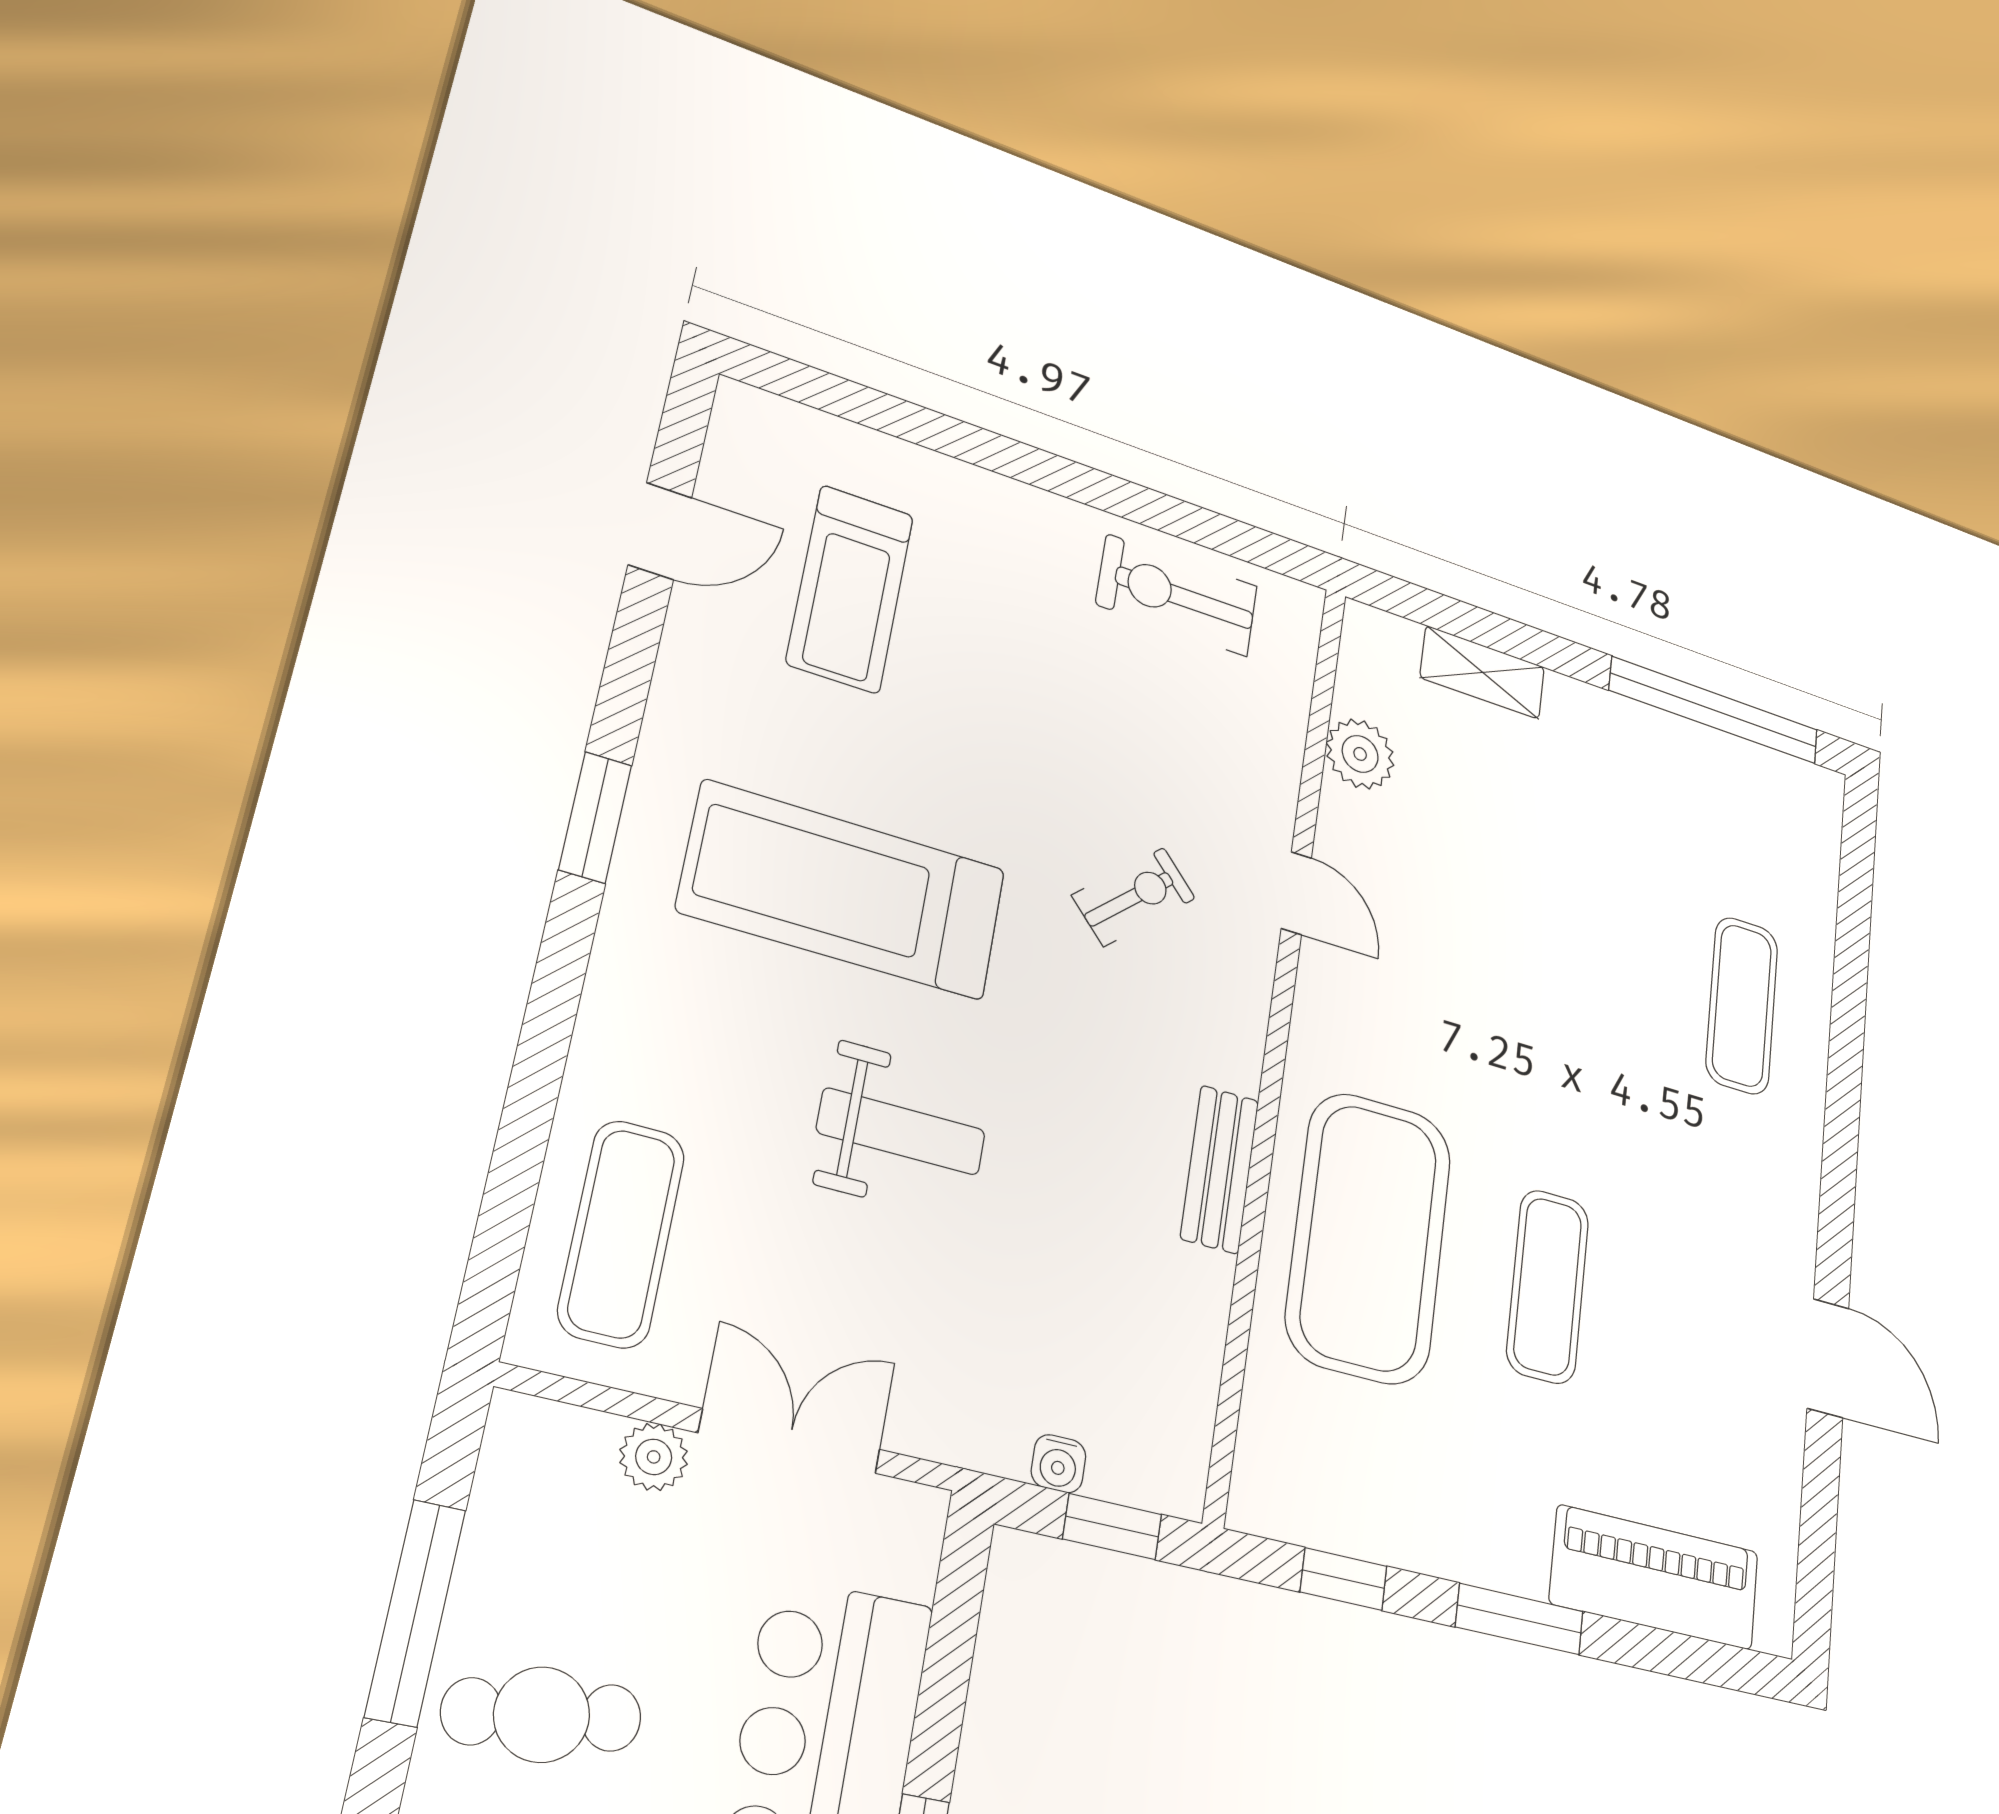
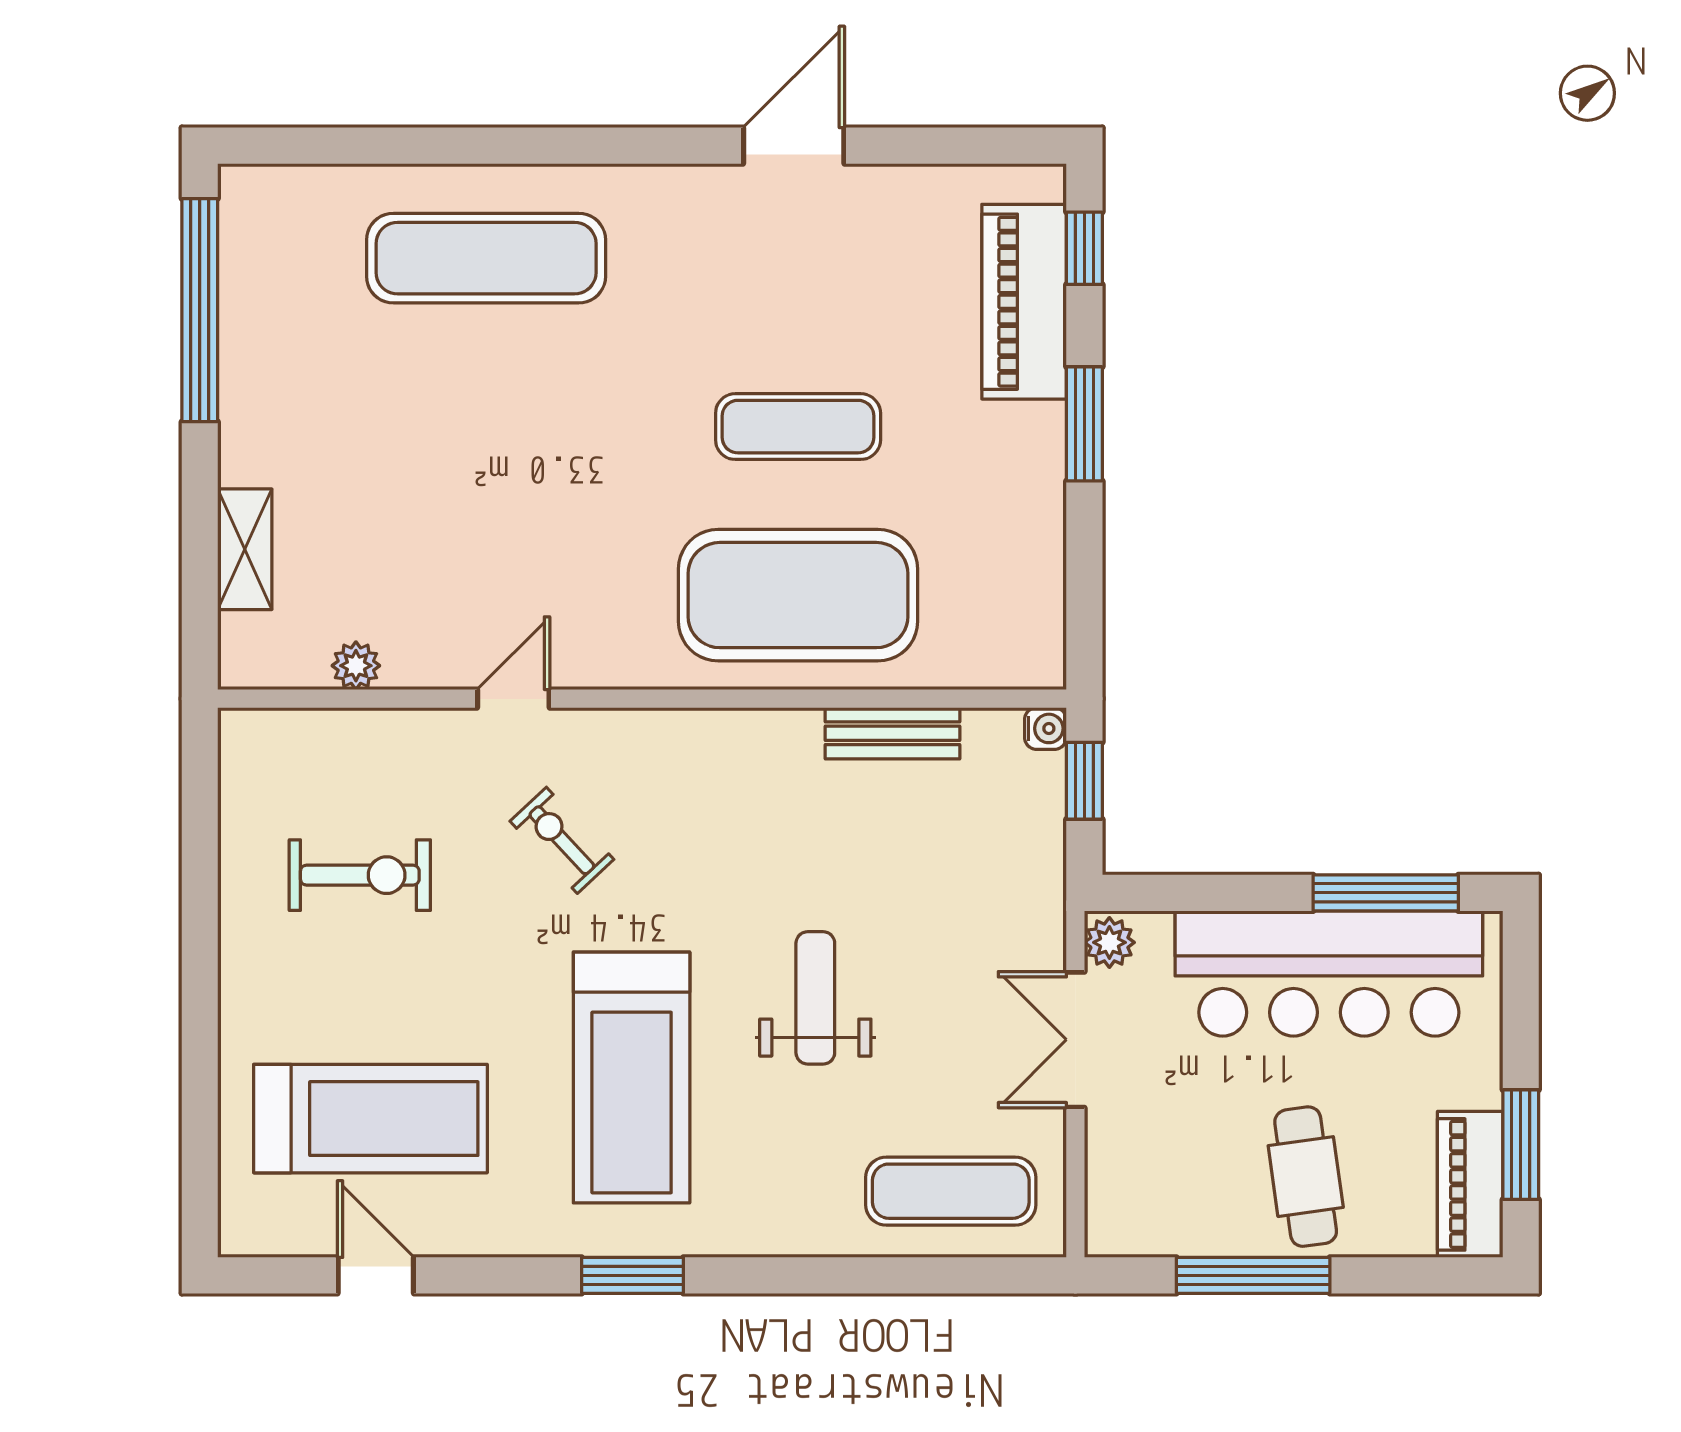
treadmill: (850, 589) -> (370, 1119), width x1.37, depth x1.38
exercise bike: (1177, 595) -> (360, 875), moved, turned -90
plant: (1360, 754) -> (356, 666), width x0.73, depth x0.73
exercise mat: (1742, 1005) -> (486, 258), width x1.36, depth x1.45
bench: (1220, 1169) -> (893, 733), moved
plant: (654, 1457) -> (1109, 942), moved
water cooler: (1058, 1464) -> (1046, 728), moved
window: (1344, 1579) -> (1084, 248), moved

